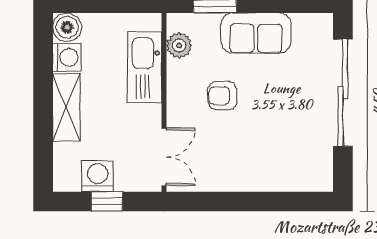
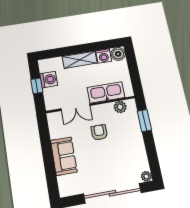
plant: (323, 23) -> (146, 176), added
sofa: (256, 33) -> (64, 156), moved, turned 180
double door: (164, 157) -> (75, 107), moved

